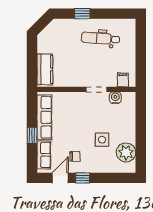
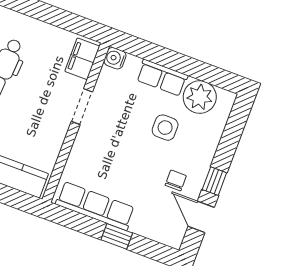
filing cabinet: (123, 80) -> (82, 59), width x2.00
water cooler: (115, 98) -> (115, 58), moved
row of seats: (44, 155) -> (162, 78), moved, turned 180

